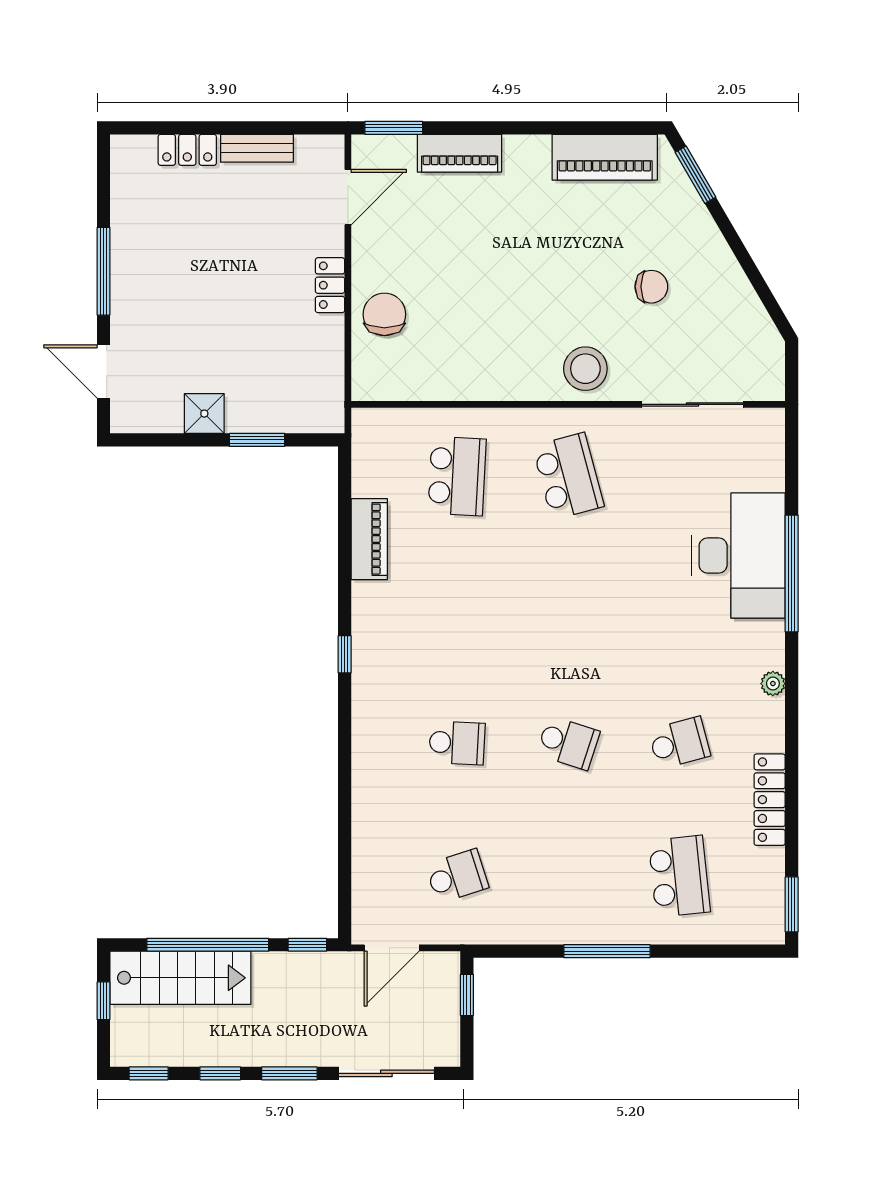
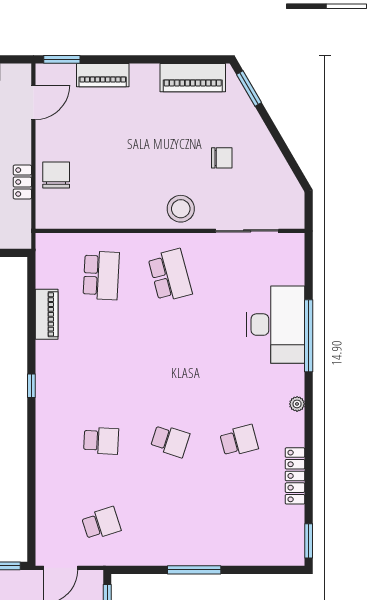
locker: (330, 285) -> (22, 182), moved
school desk: (679, 876) -> (239, 523), removed

